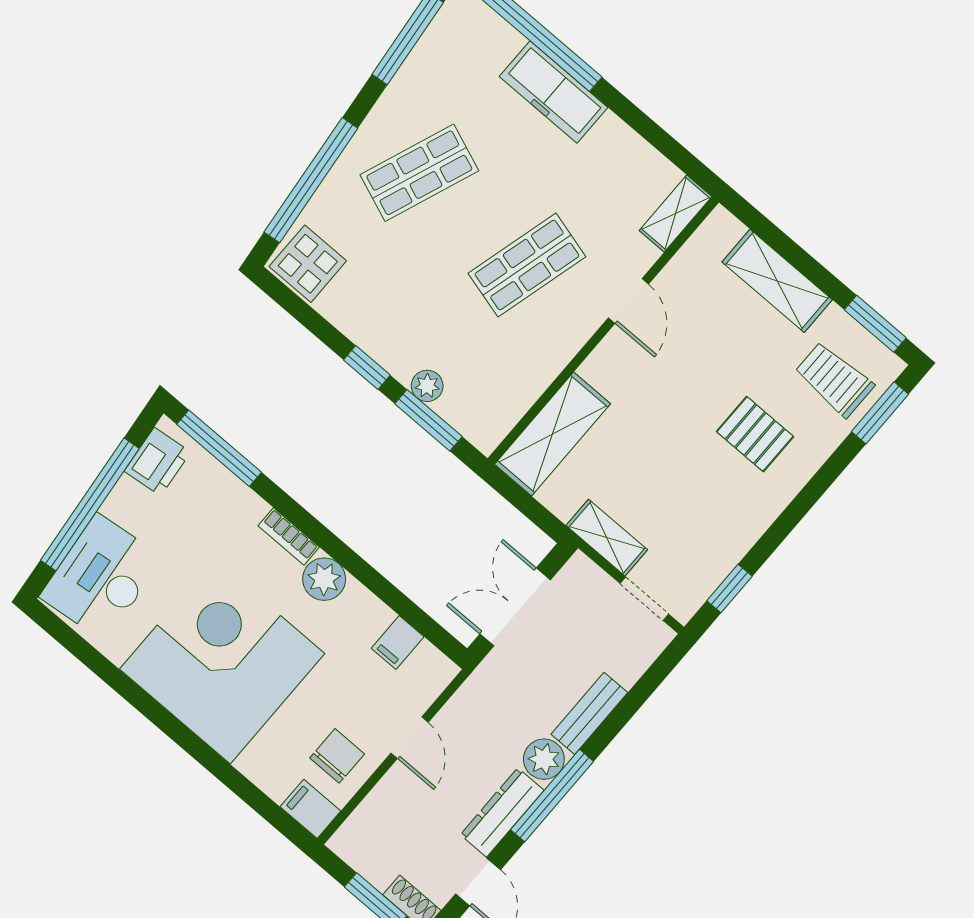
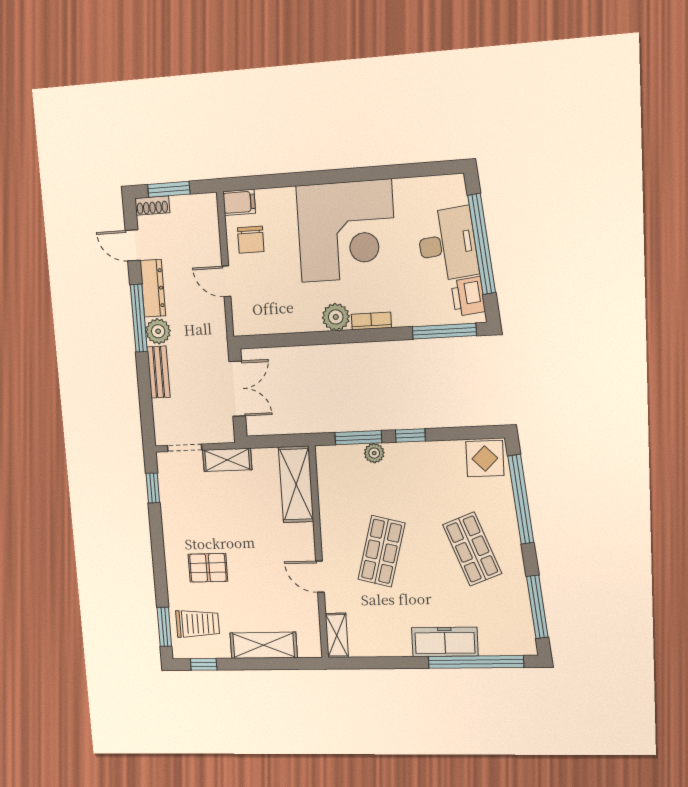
shop shelf: (419, 173) -> (472, 549), turned -42
window: (875, 324) -> (204, 664), width x0.67
desk: (101, 577) -> (447, 244), moved
filing cabinet: (398, 643) -> (274, 320), removed

